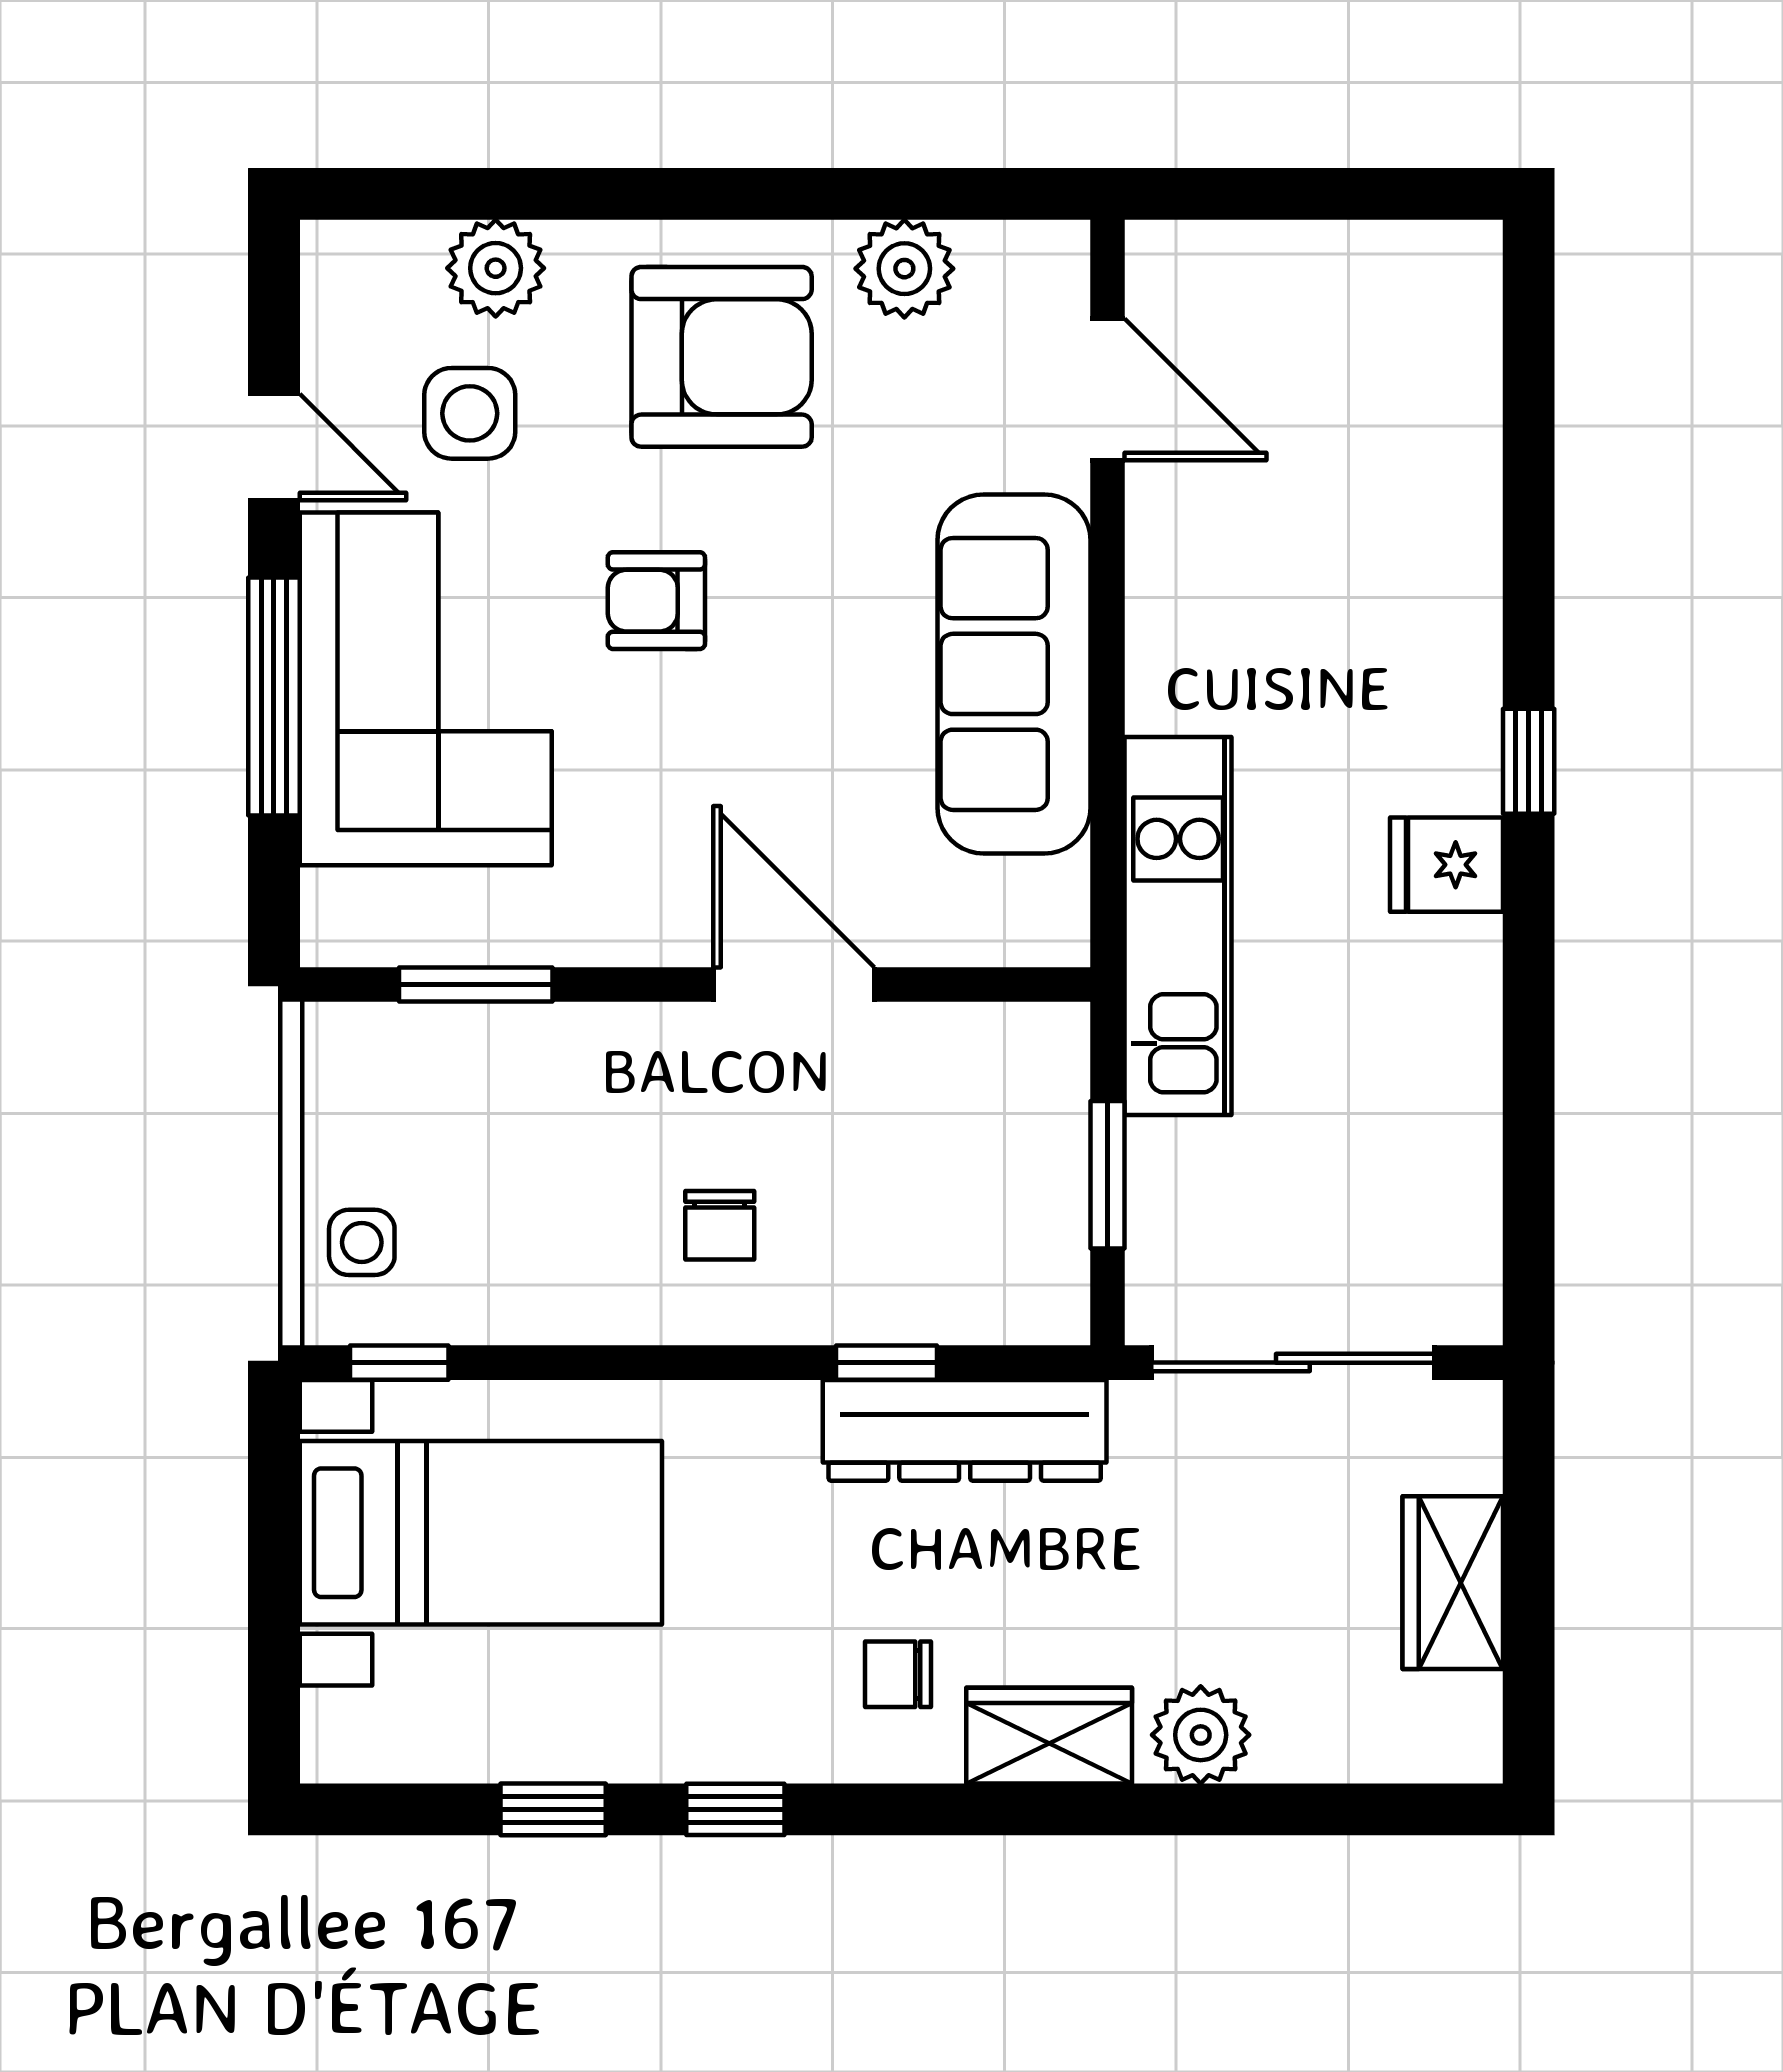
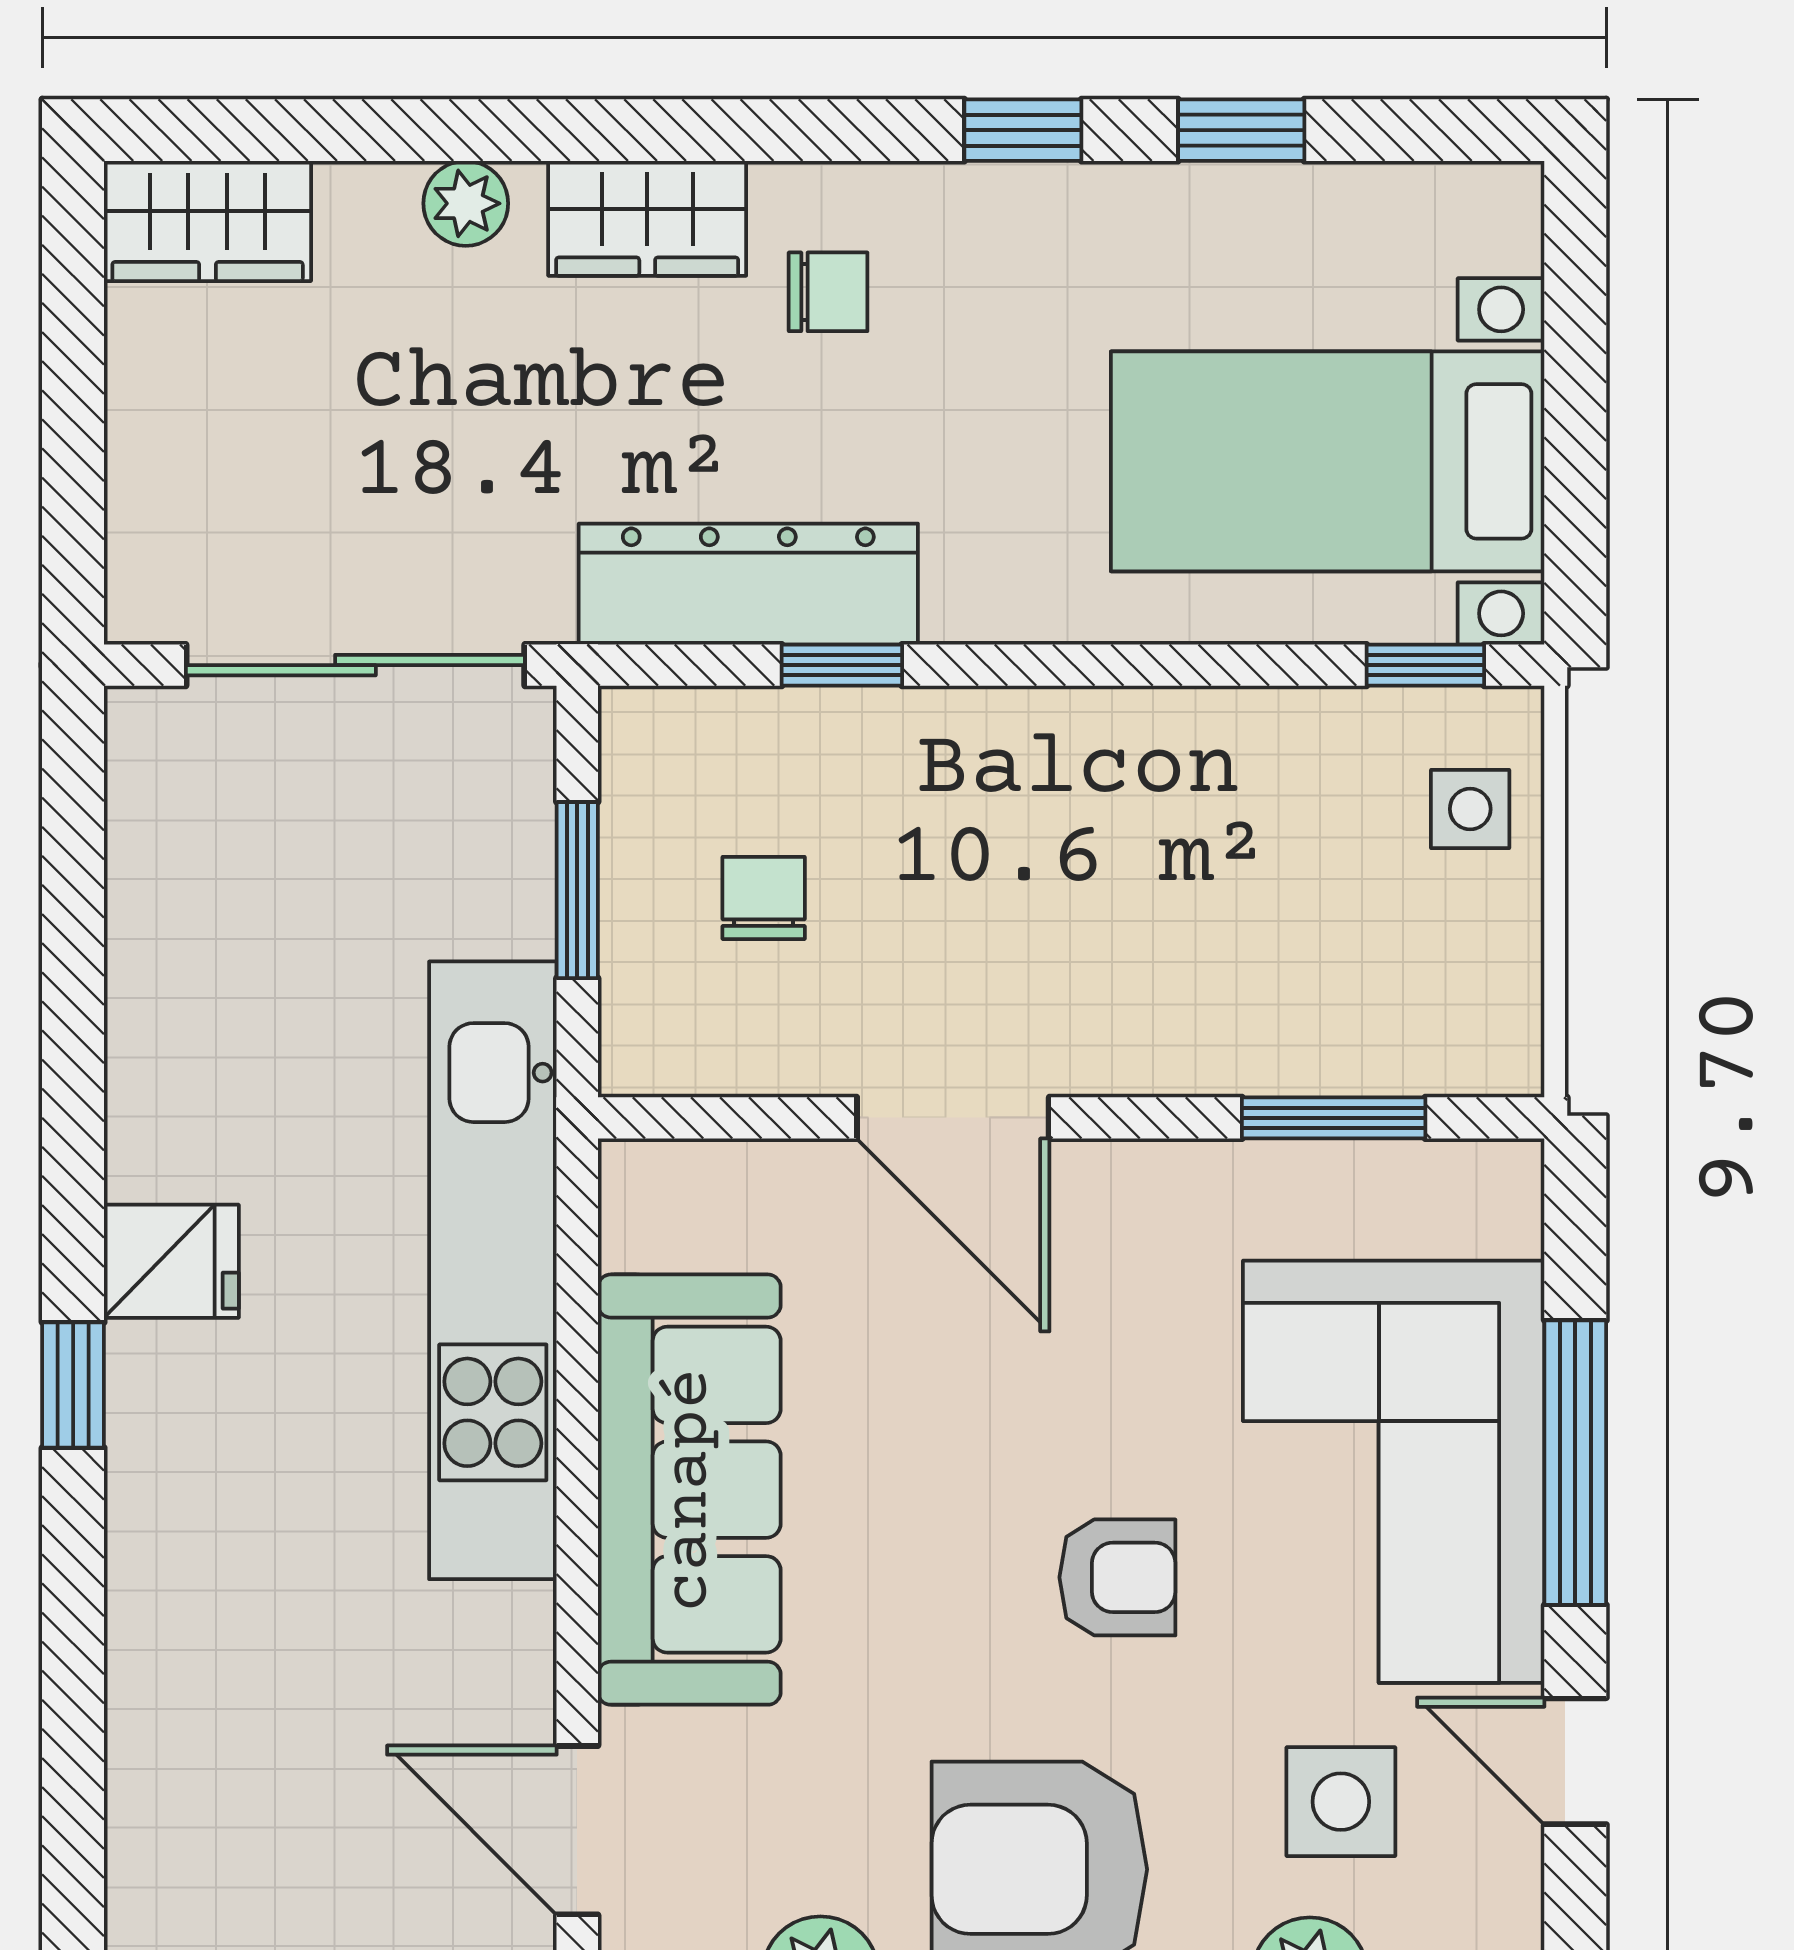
kitchen unit: (1178, 926) -> (493, 1270), width x1.36
chair: (720, 1225) -> (764, 898), moved
wardrobe: (1453, 1583) -> (208, 221), moved, turned 90
plant: (1201, 1735) -> (466, 203), width x0.73, depth x0.73

